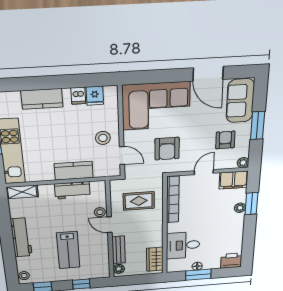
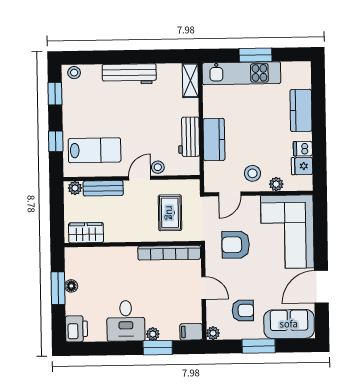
plant: (112, 117) -> (276, 184), added
filing cabinet: (234, 180) -> (191, 332), width x0.50
desk: (183, 245) -> (126, 321), moved, turned 180
lab bench: (68, 250) -> (95, 150), moved, turned 180

